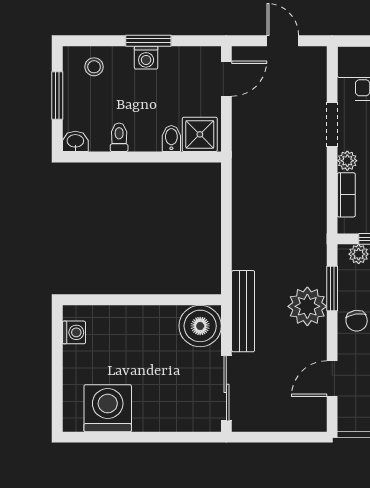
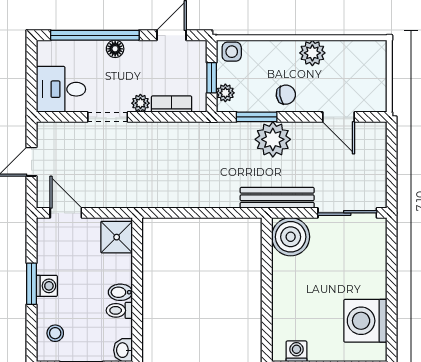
bidet: (171, 139) -> (120, 292), moved

